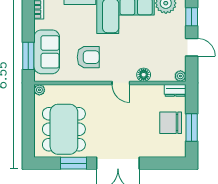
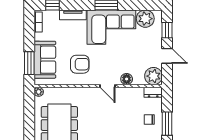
plant: (180, 76) -> (154, 76), width x1.87, depth x1.87
chair: (171, 123) -> (149, 120), width x0.54, depth x0.54

